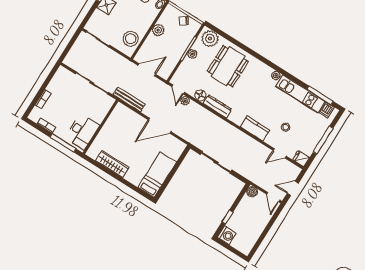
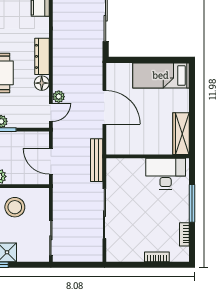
stool: (131, 39) -> (15, 207), moved
wall: (101, 127) -> (148, 156), moved
desk: (82, 131) -> (166, 174), moved

